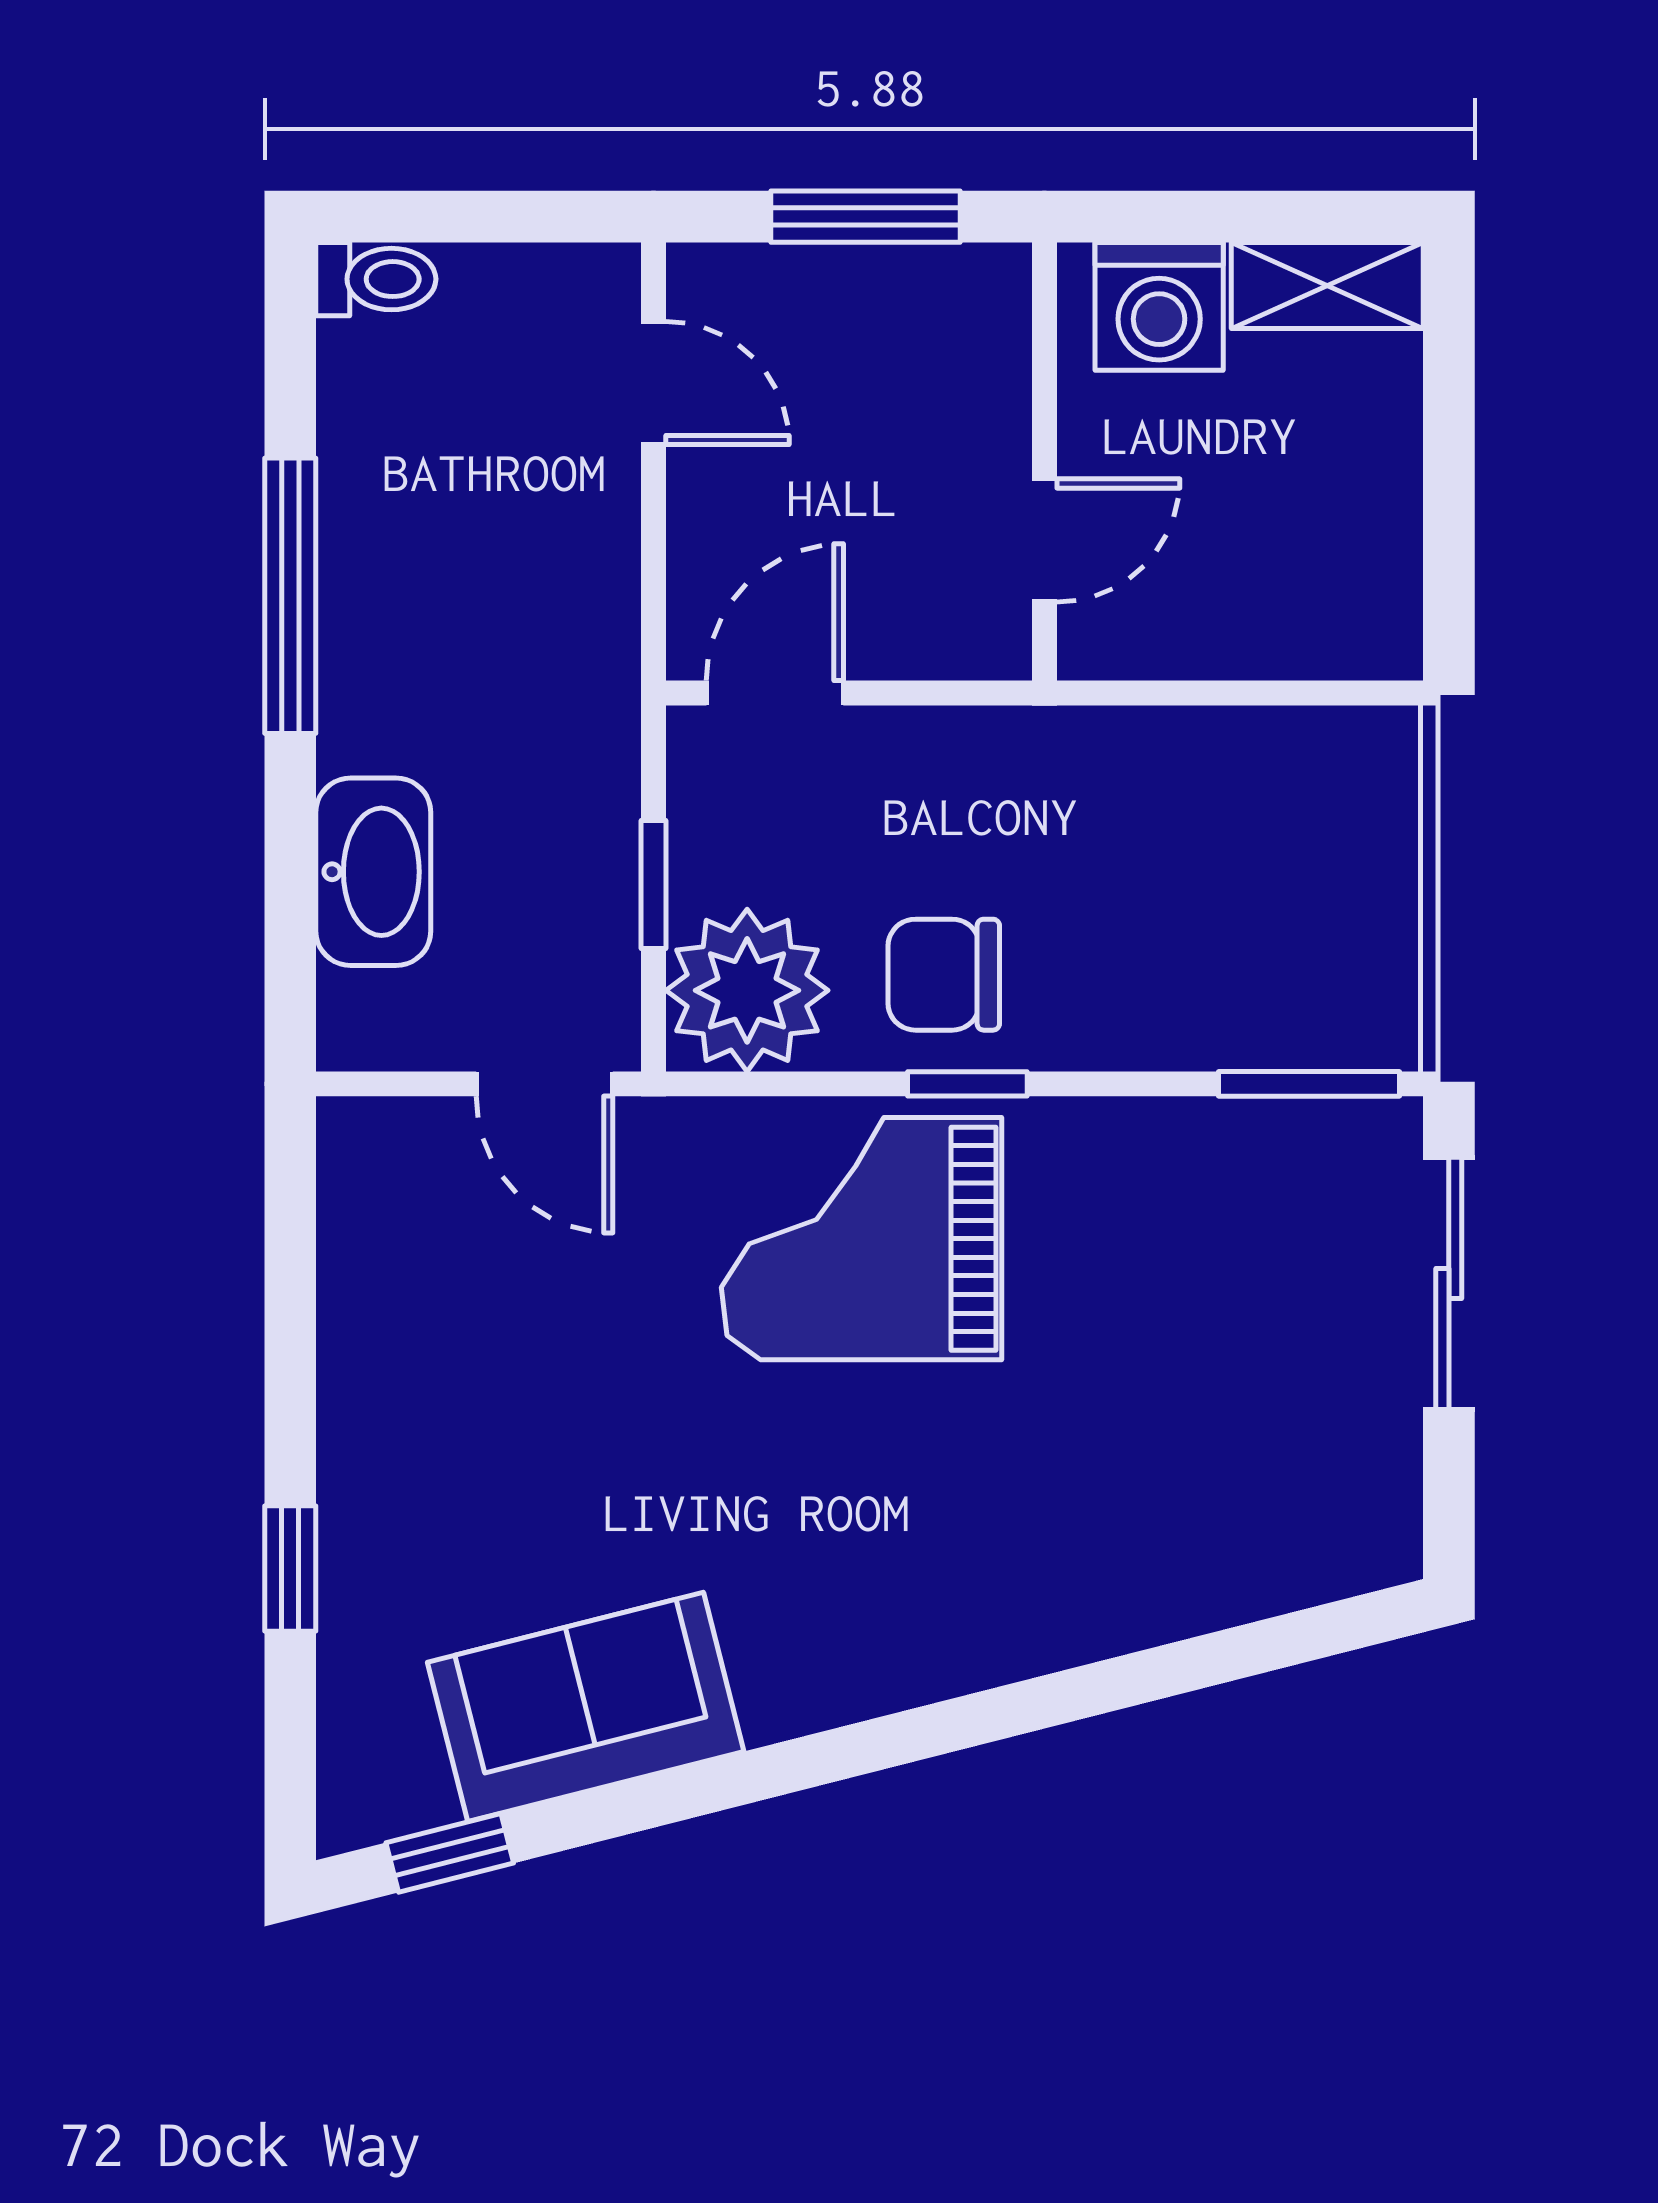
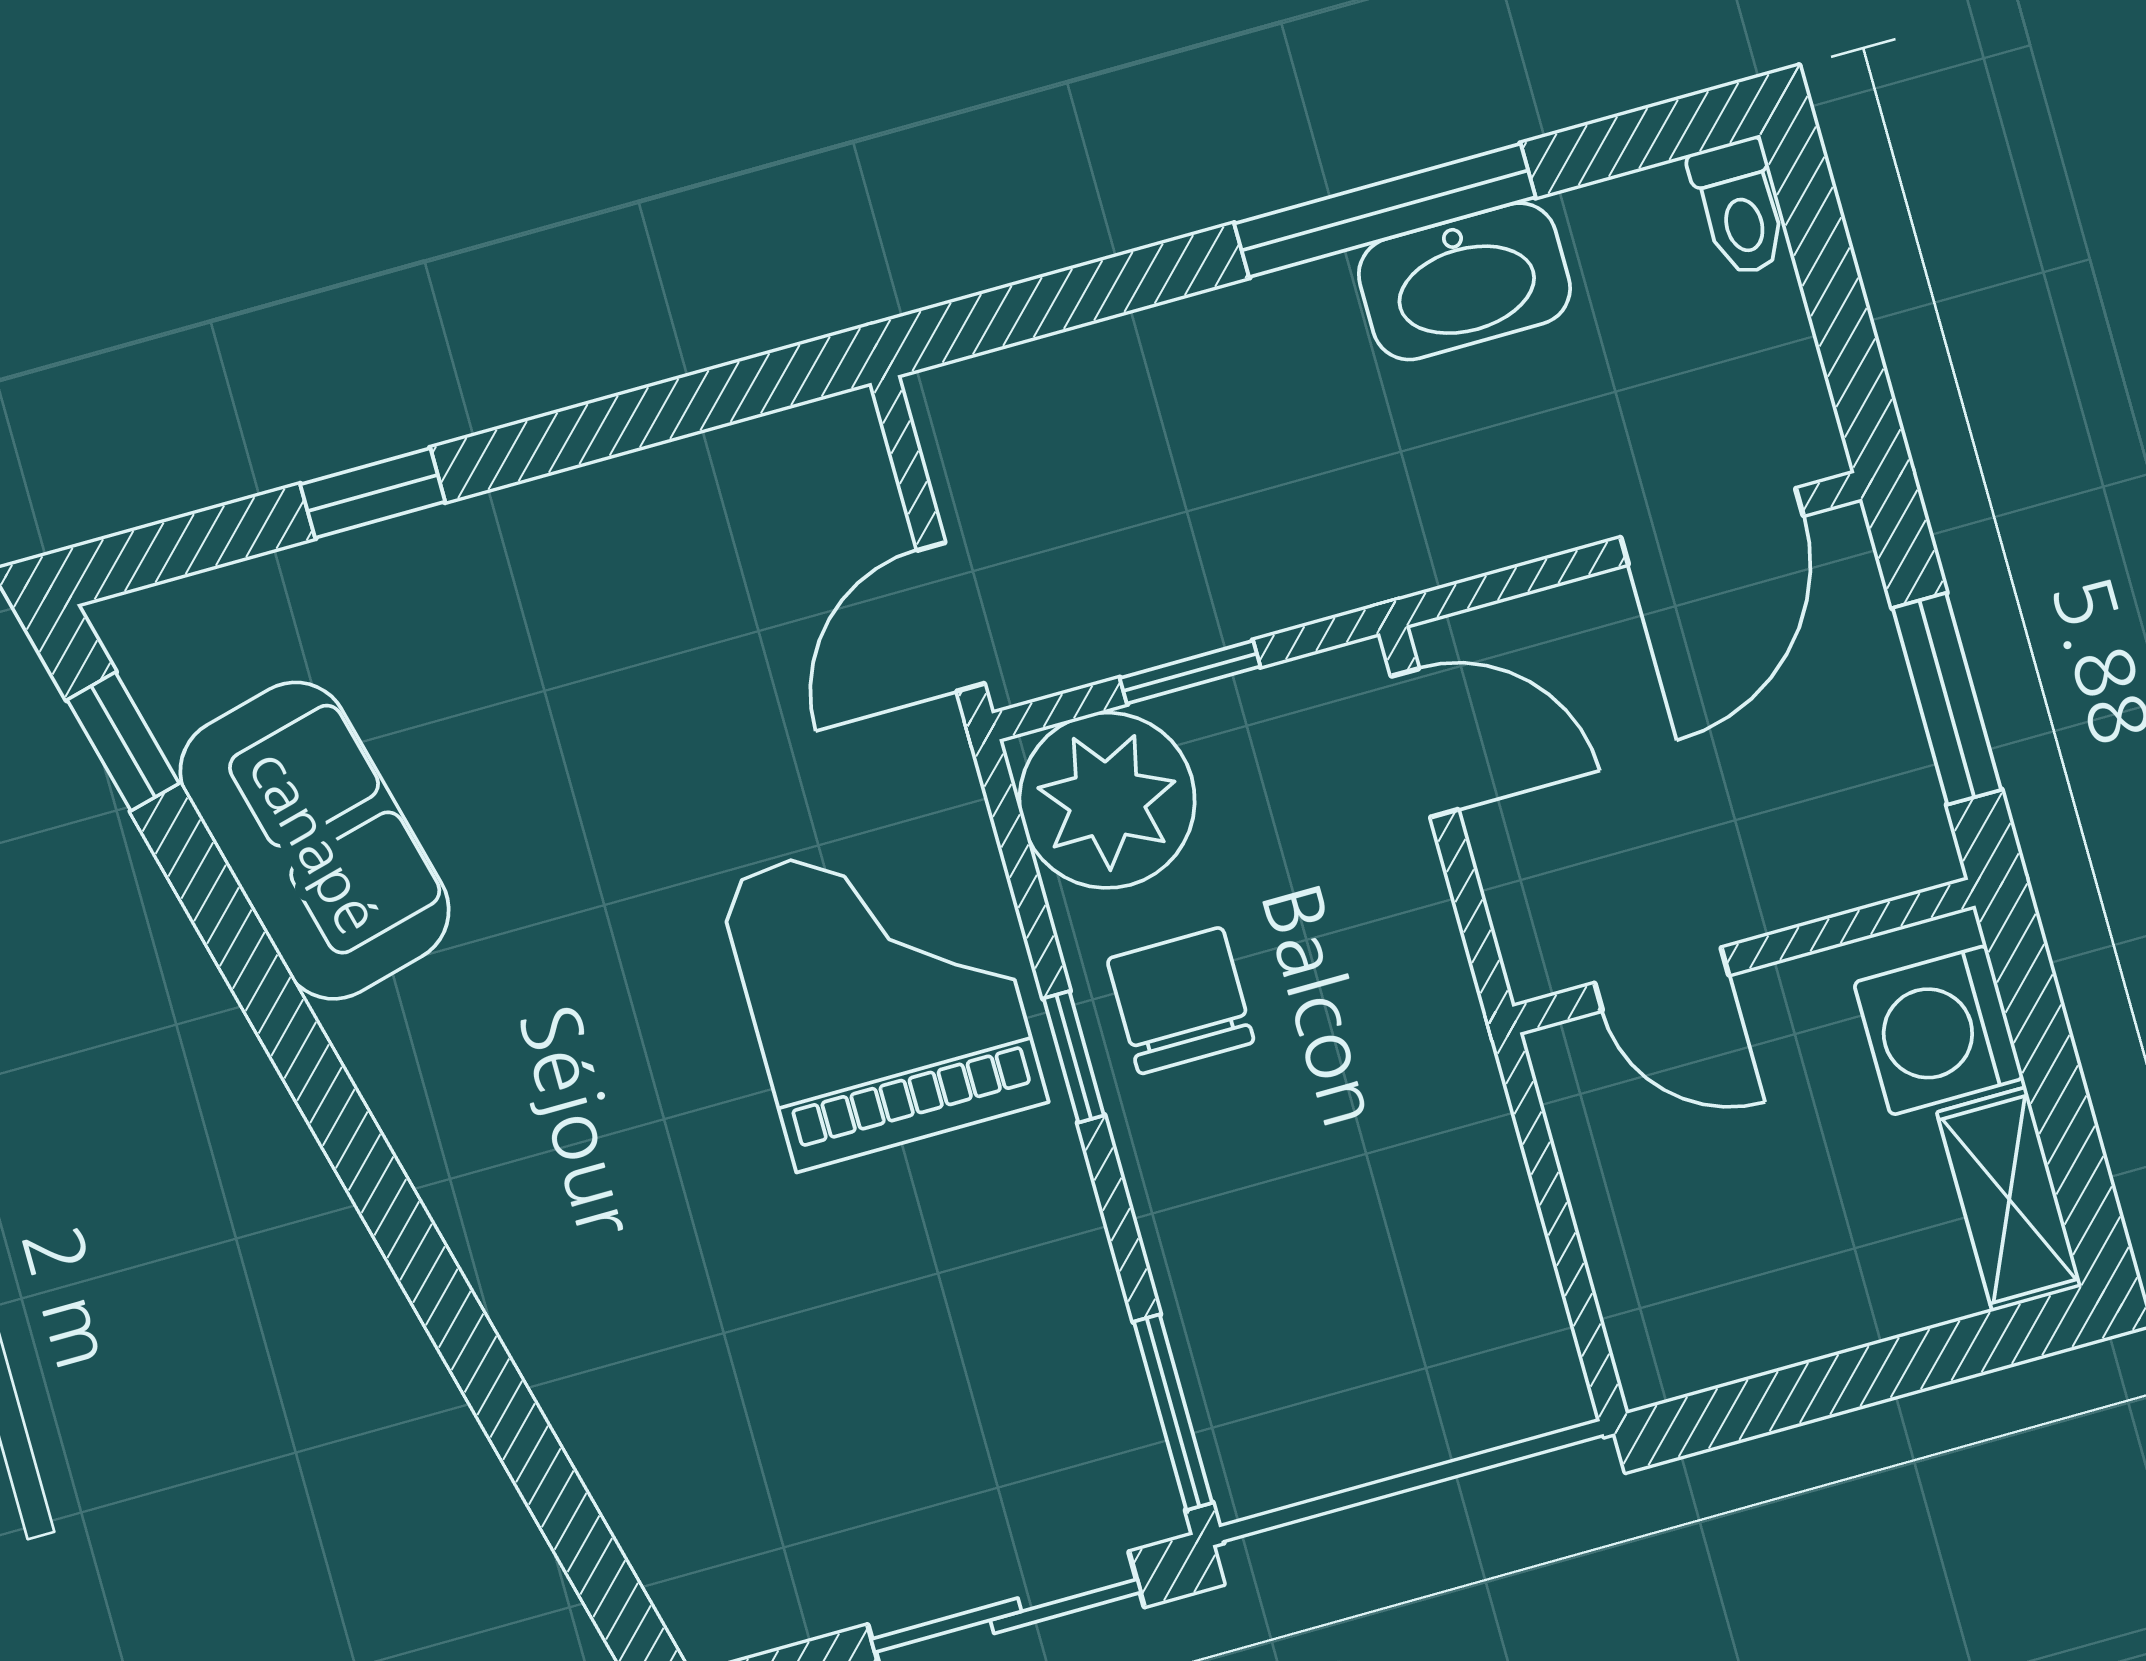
door: (653, 383) -> (1712, 527), width x1.38
washbasin: (373, 872) -> (1464, 281), moved

